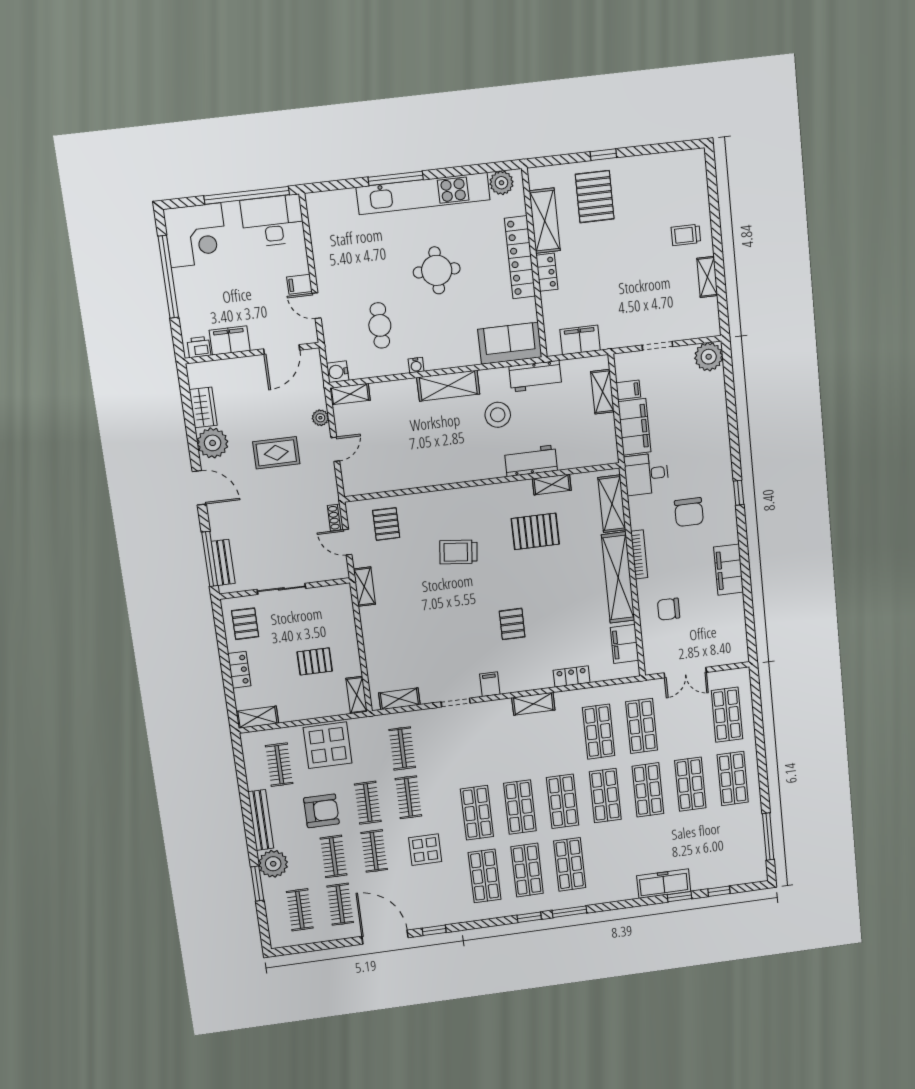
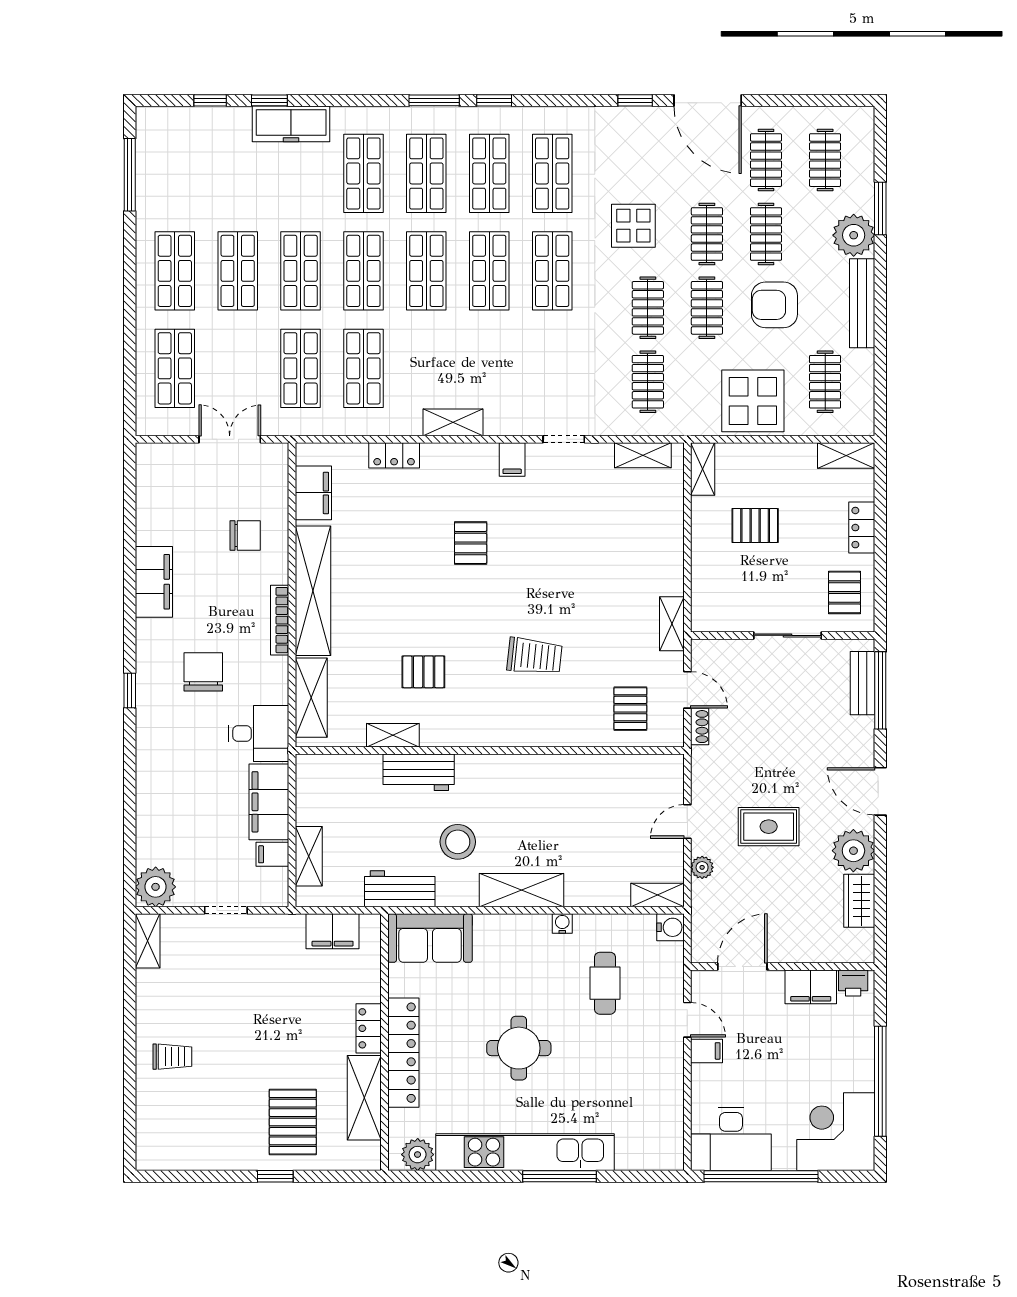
shelving: (707, 277) -> (148, 941), moved
pallet: (535, 531) -> (423, 672), width x0.67, depth x0.71
shop shelf: (612, 859) -> (363, 173), added

